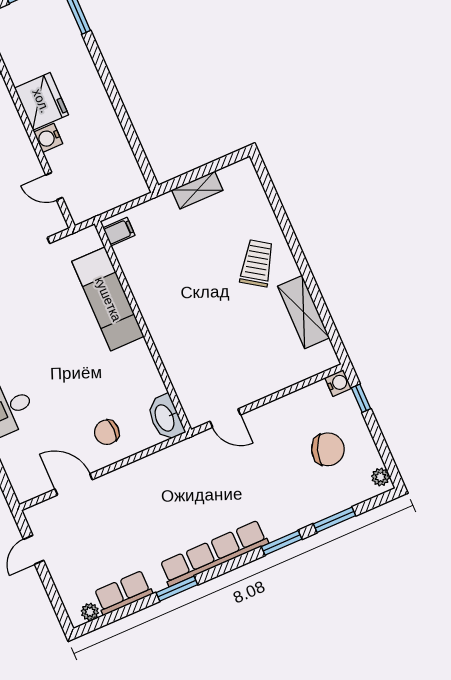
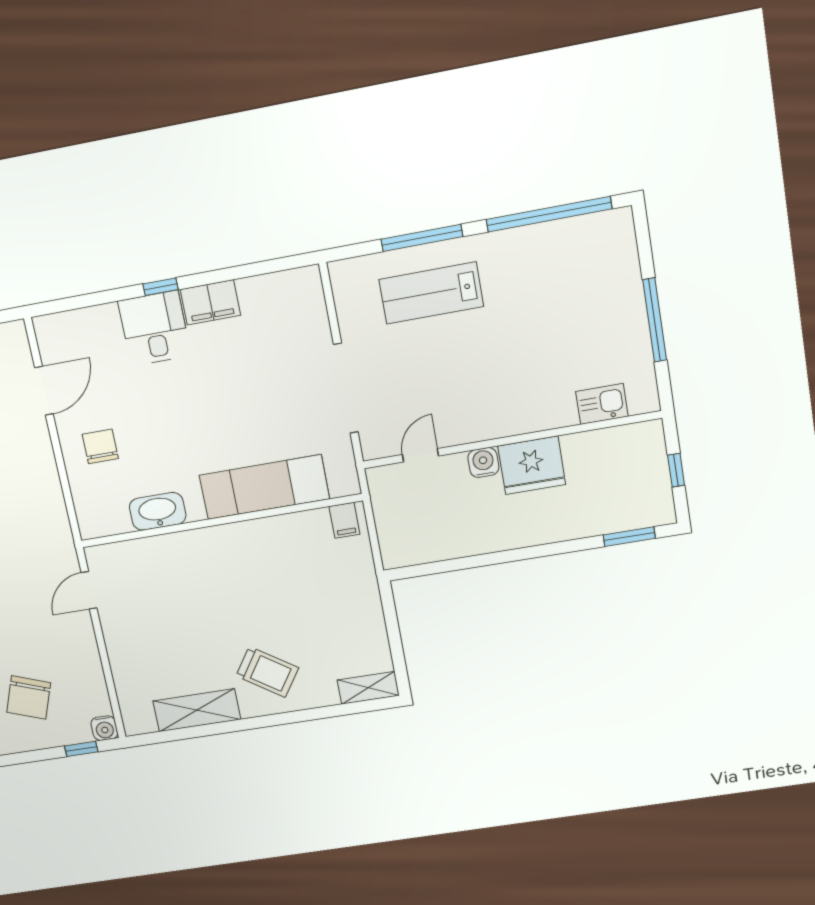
shelving: (197, 190) -> (368, 688), moved, turned 90
washbasin: (165, 418) -> (158, 511), moved

